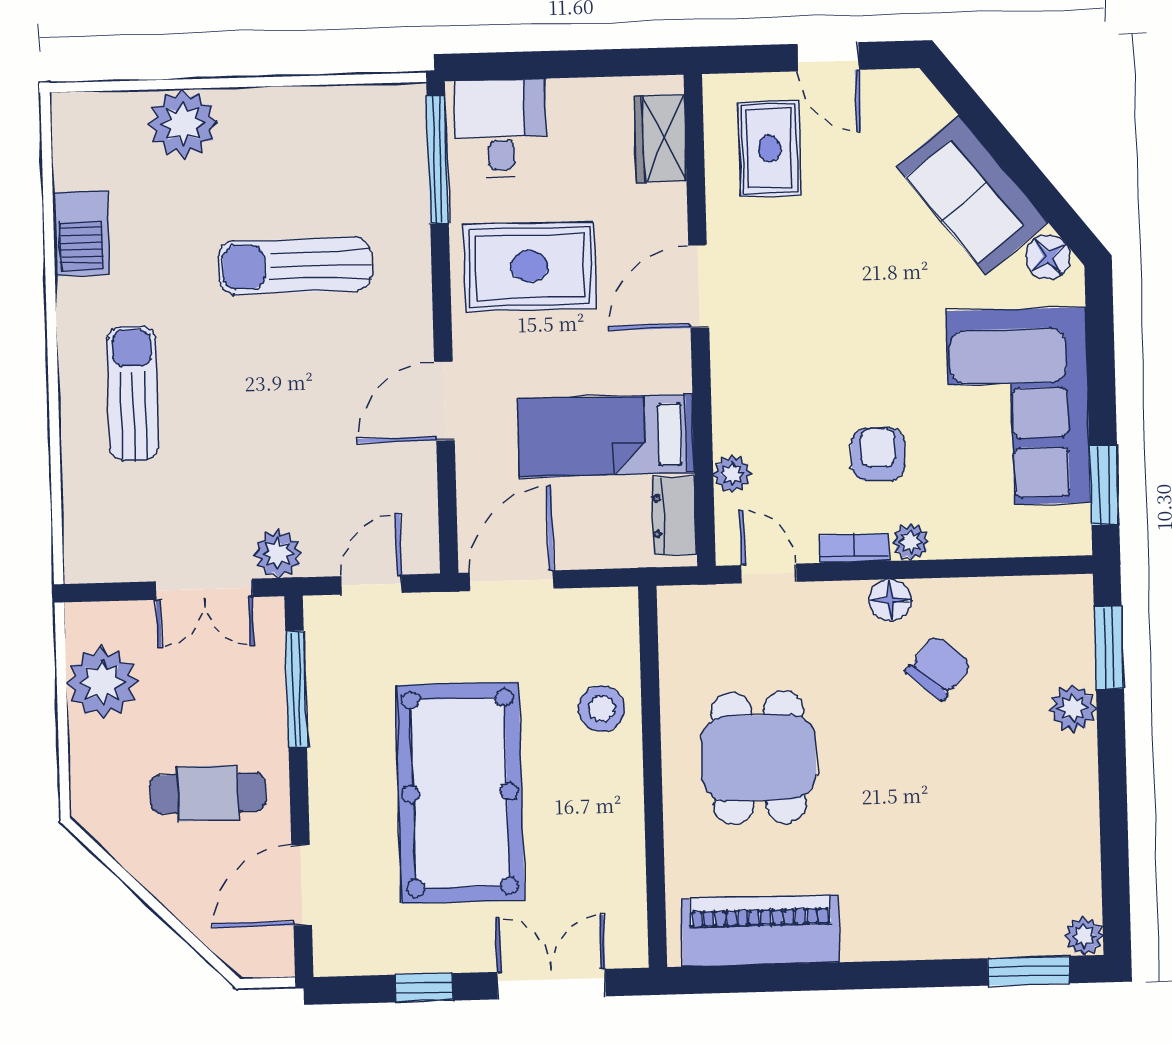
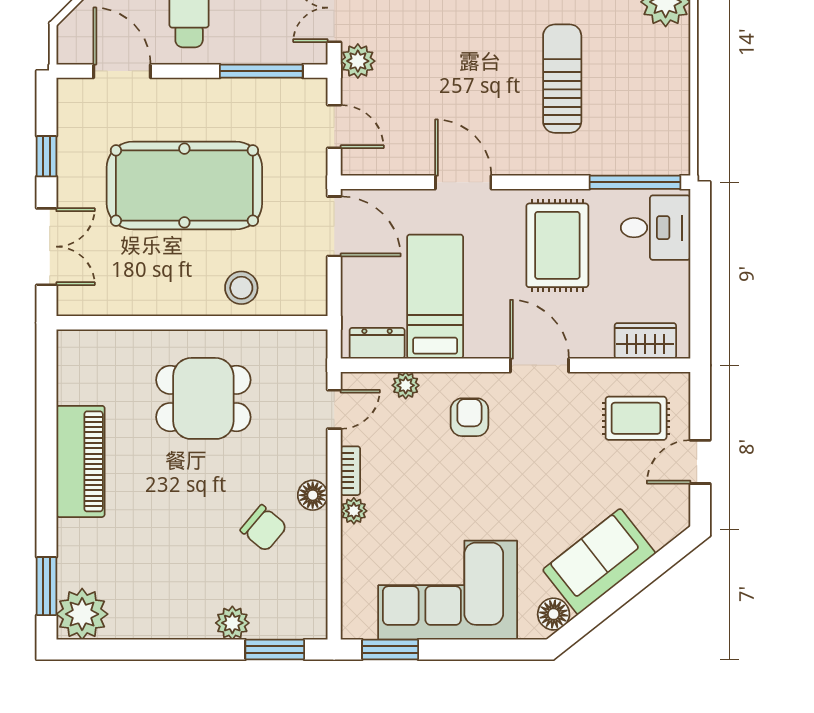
armchair: (878, 454) -> (469, 417), moved, turned -90
piano: (761, 930) -> (81, 461), moved
plant: (1084, 936) -> (82, 614), width x1.88, depth x1.88

